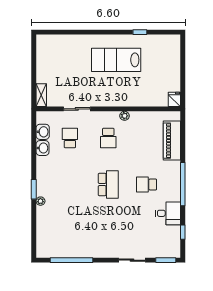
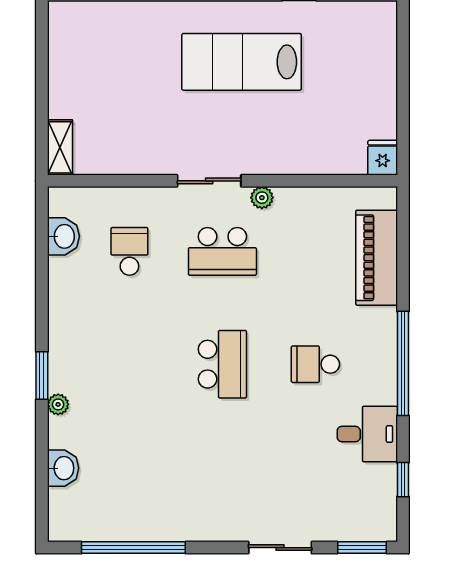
sliding door: (77, 109) -> (209, 181), moved
school desk: (108, 138) -> (222, 251), width x1.85
washbasin: (43, 148) -> (63, 468), moved

